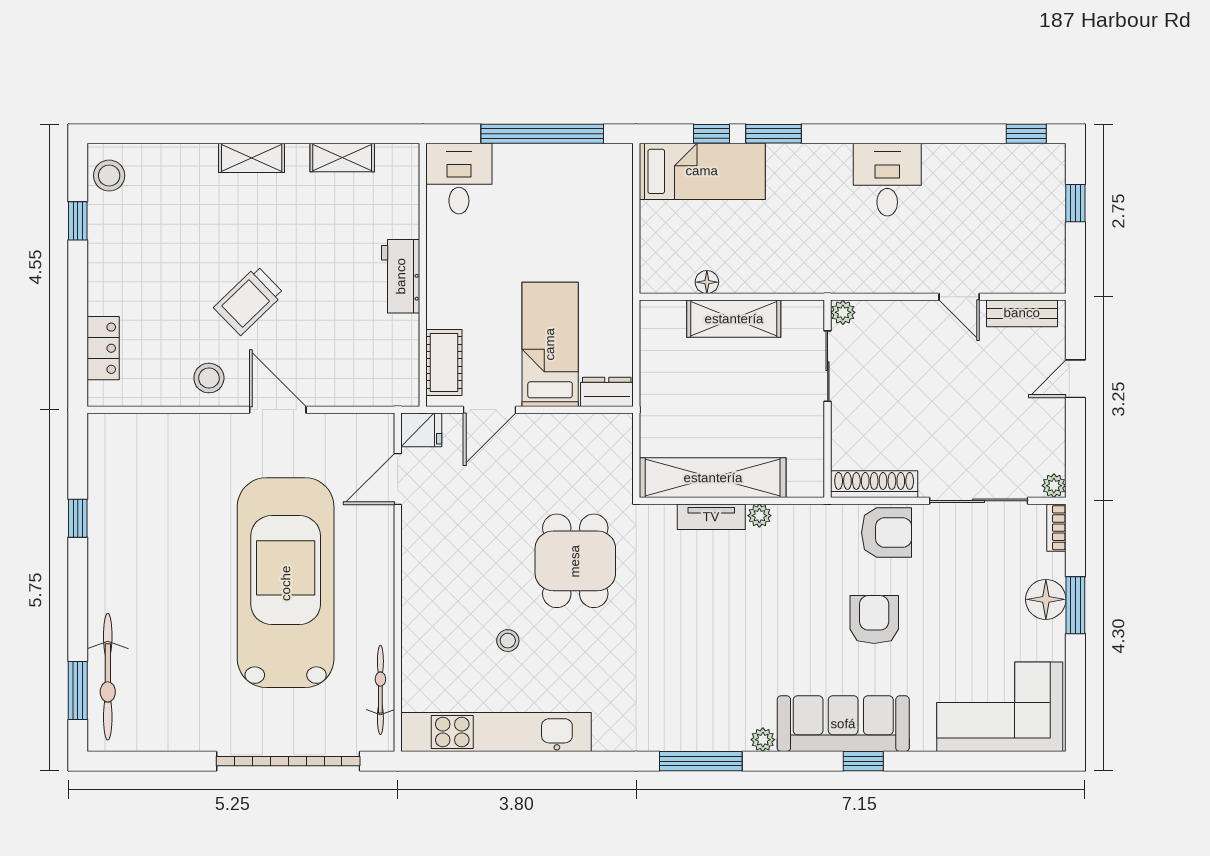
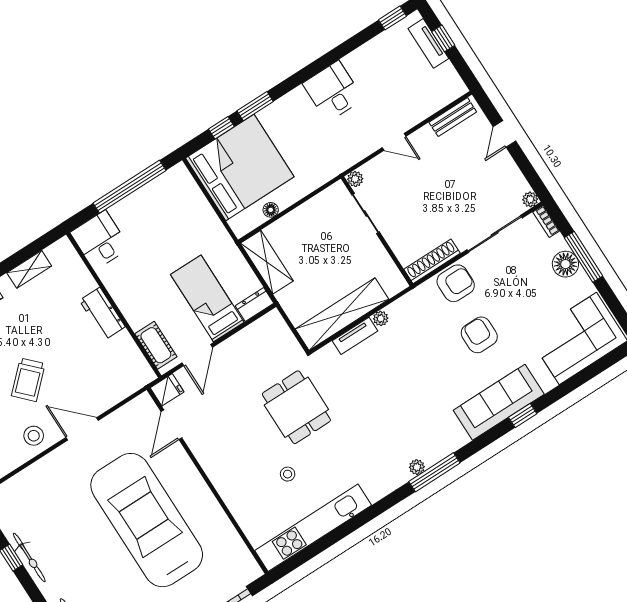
bed: (702, 171) -> (240, 167), width x2.04
tv unit: (1052, 197) -> (428, 43), added
door: (959, 297) -> (394, 142), moved
shelving: (734, 319) -> (267, 262), moved, turned 90
window: (1075, 605) -> (584, 257), width x1.44
bicycle: (380, 690) -> (29, 557), moved, turned 180
plant: (763, 740) -> (417, 467), moved

